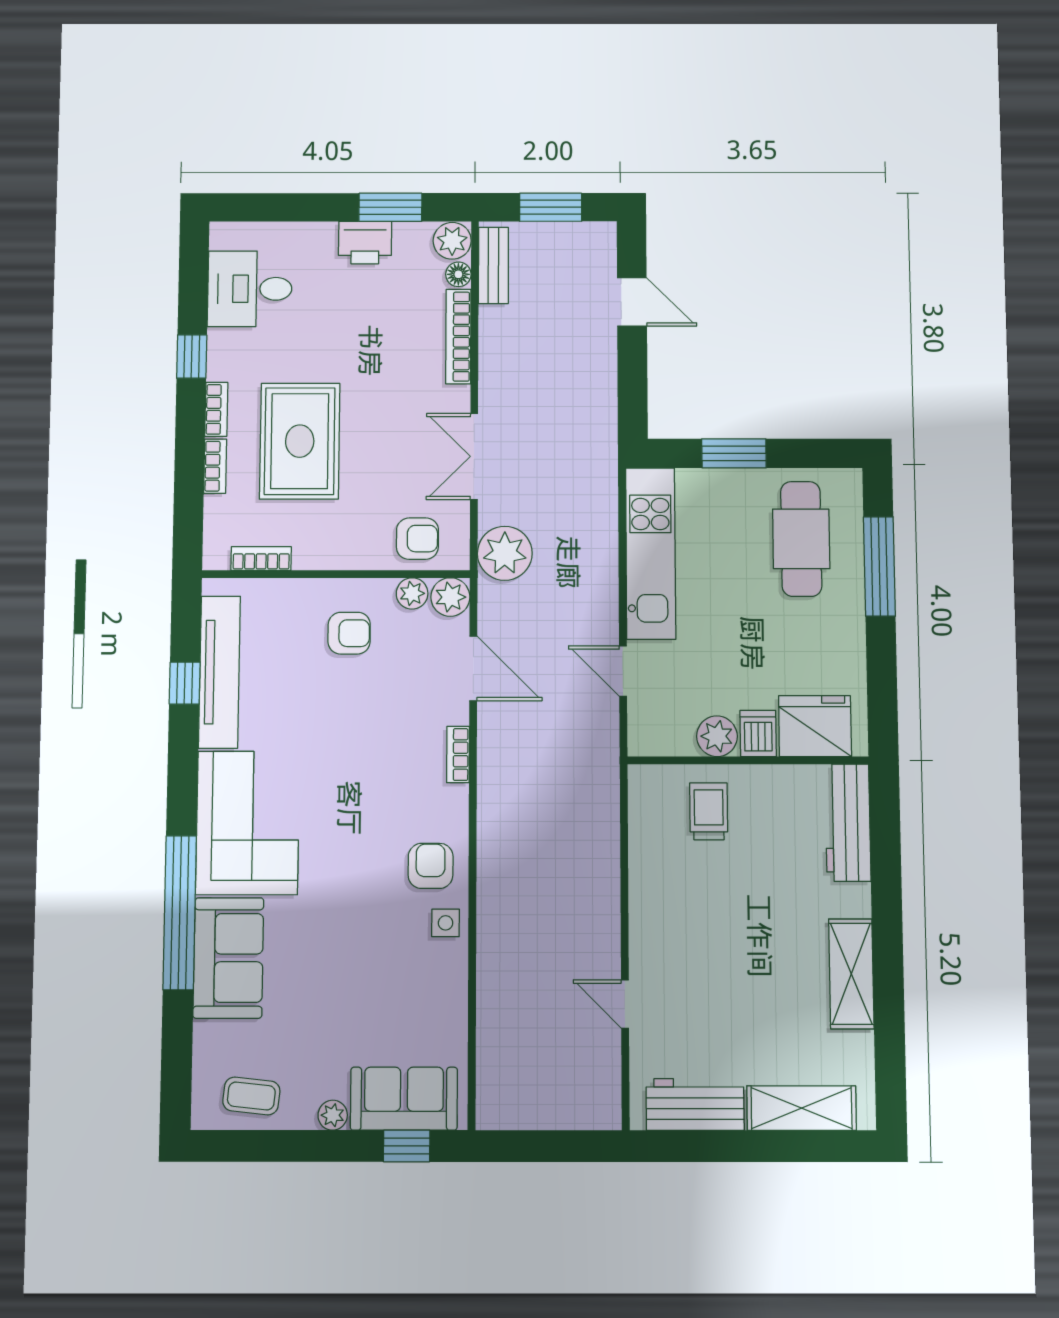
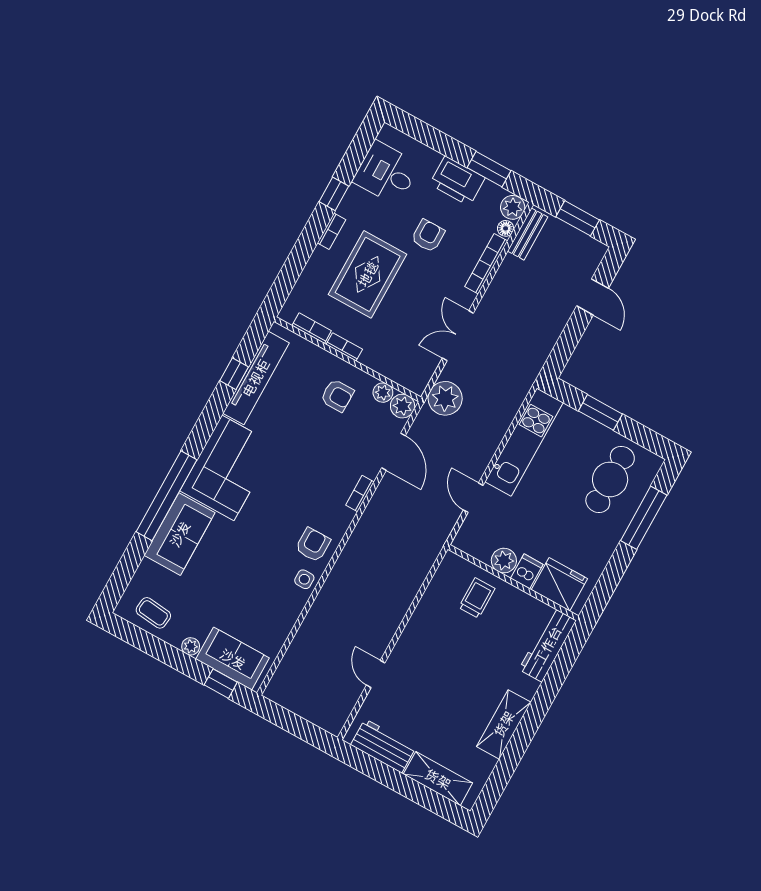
printer: (365, 243) -> (457, 181), width x1.37, depth x1.19
bookcase: (215, 466) -> (344, 347), moved, turned -90
armchair: (417, 539) -> (428, 236), moved, turned -90

